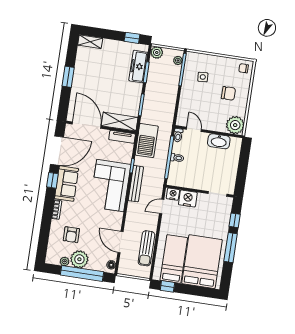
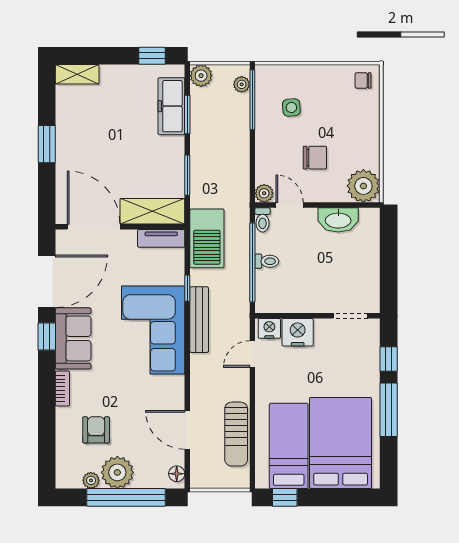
chair: (228, 93) -> (315, 158), moved
plant: (181, 121) -> (264, 193), added
armchair: (71, 235) -> (96, 430), turned 180

